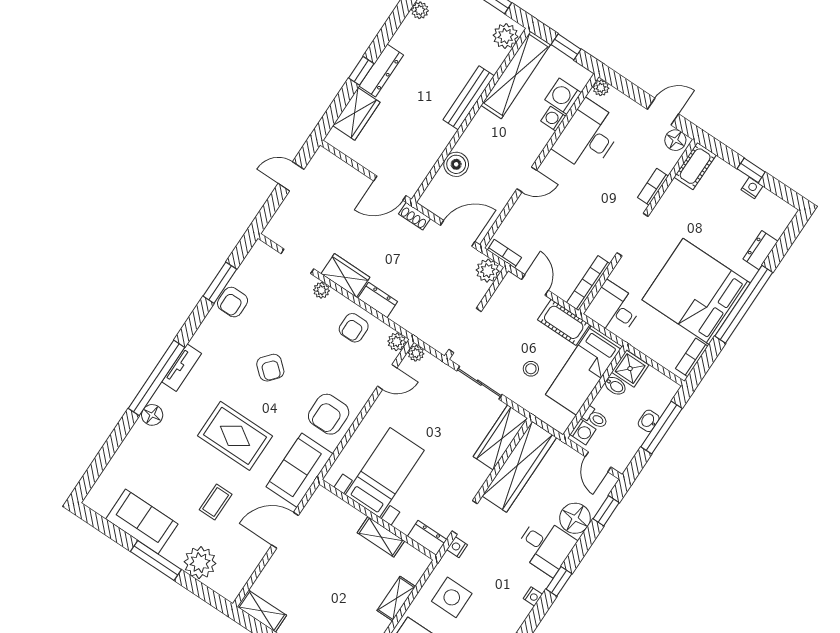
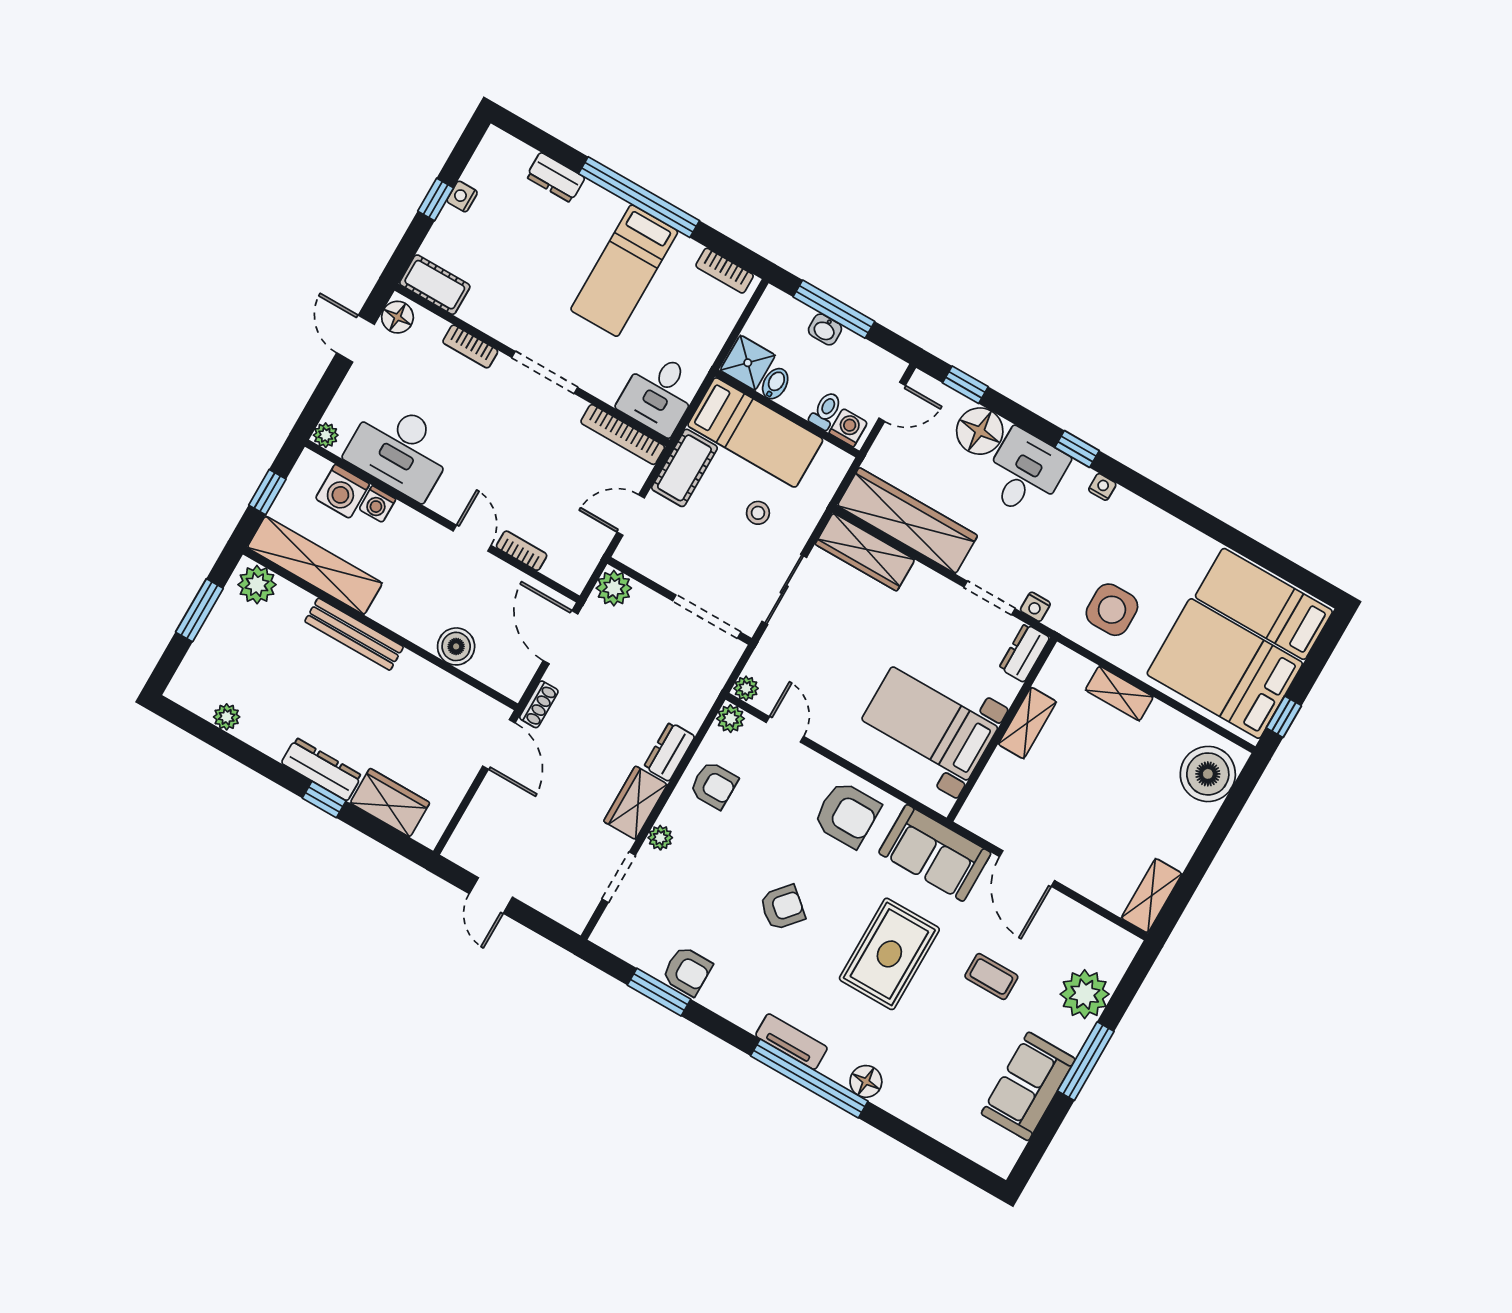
bookcase: (504, 254) -> (522, 551), moved, turned 90
bed: (696, 291) -> (624, 271), width x0.49

